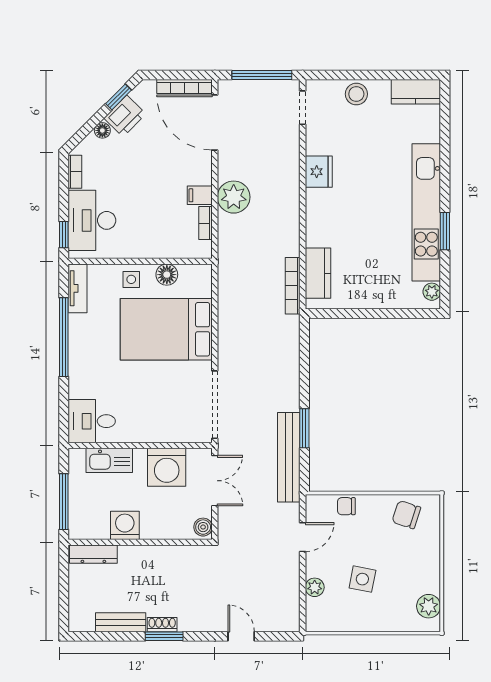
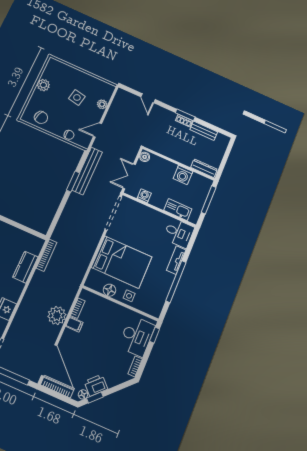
floor lamp: (102, 130) -> (83, 394), moved
kitchen counter: (318, 273) -> (25, 267), moved
tv unit: (78, 288) -> (176, 260), moved
washing machine: (167, 467) -> (144, 196), width x0.53, depth x0.53
plant: (429, 606) -> (43, 85), moved

